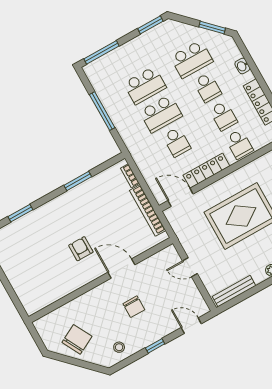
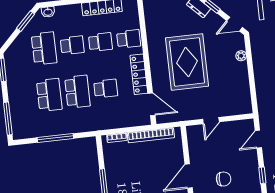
washbasin: (242, 66) -> (48, 12), moved
door: (181, 197) -> (151, 104), swing flipped
bench: (234, 291) -> (245, 93), removed

